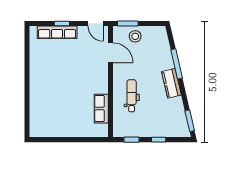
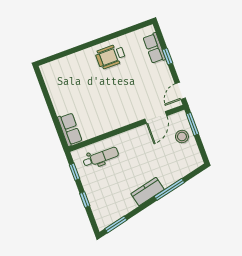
row of seats: (57, 32) -> (154, 48), width x0.68
wheelchair: (44, 72) -> (110, 56), added
dental chair: (132, 96) -> (101, 157), moved
row of seats: (101, 109) -> (70, 129), moved, turned 90

